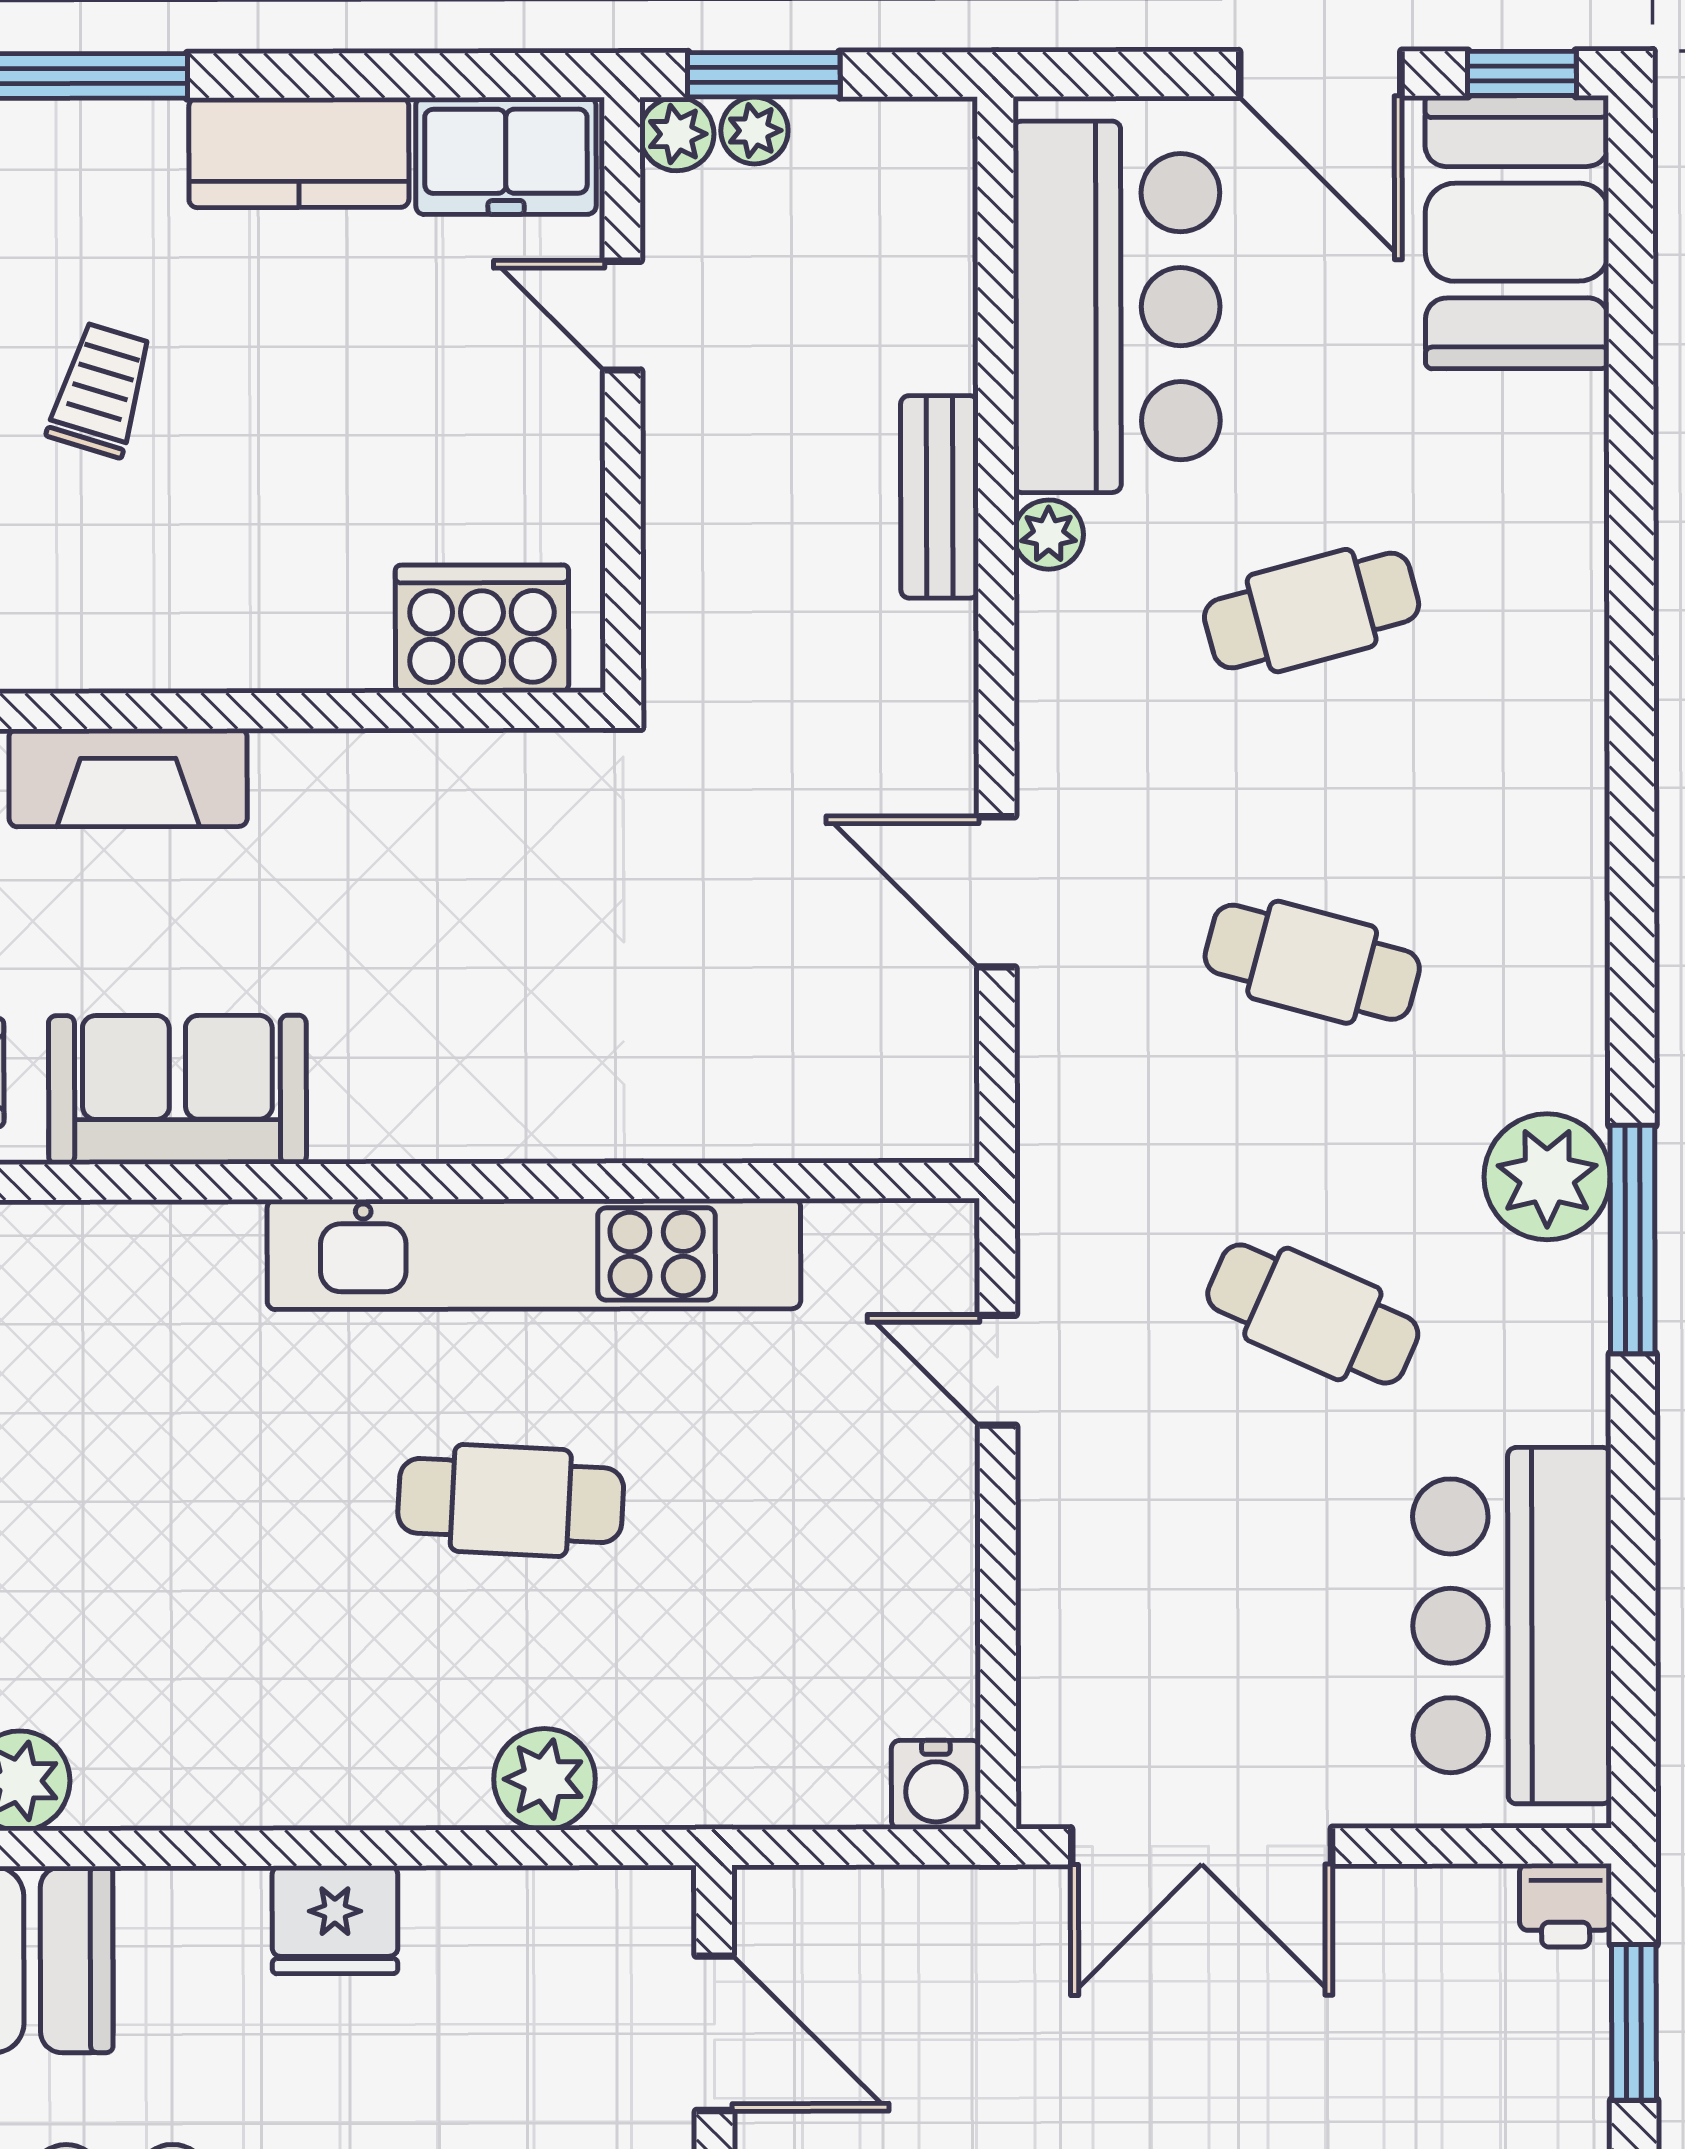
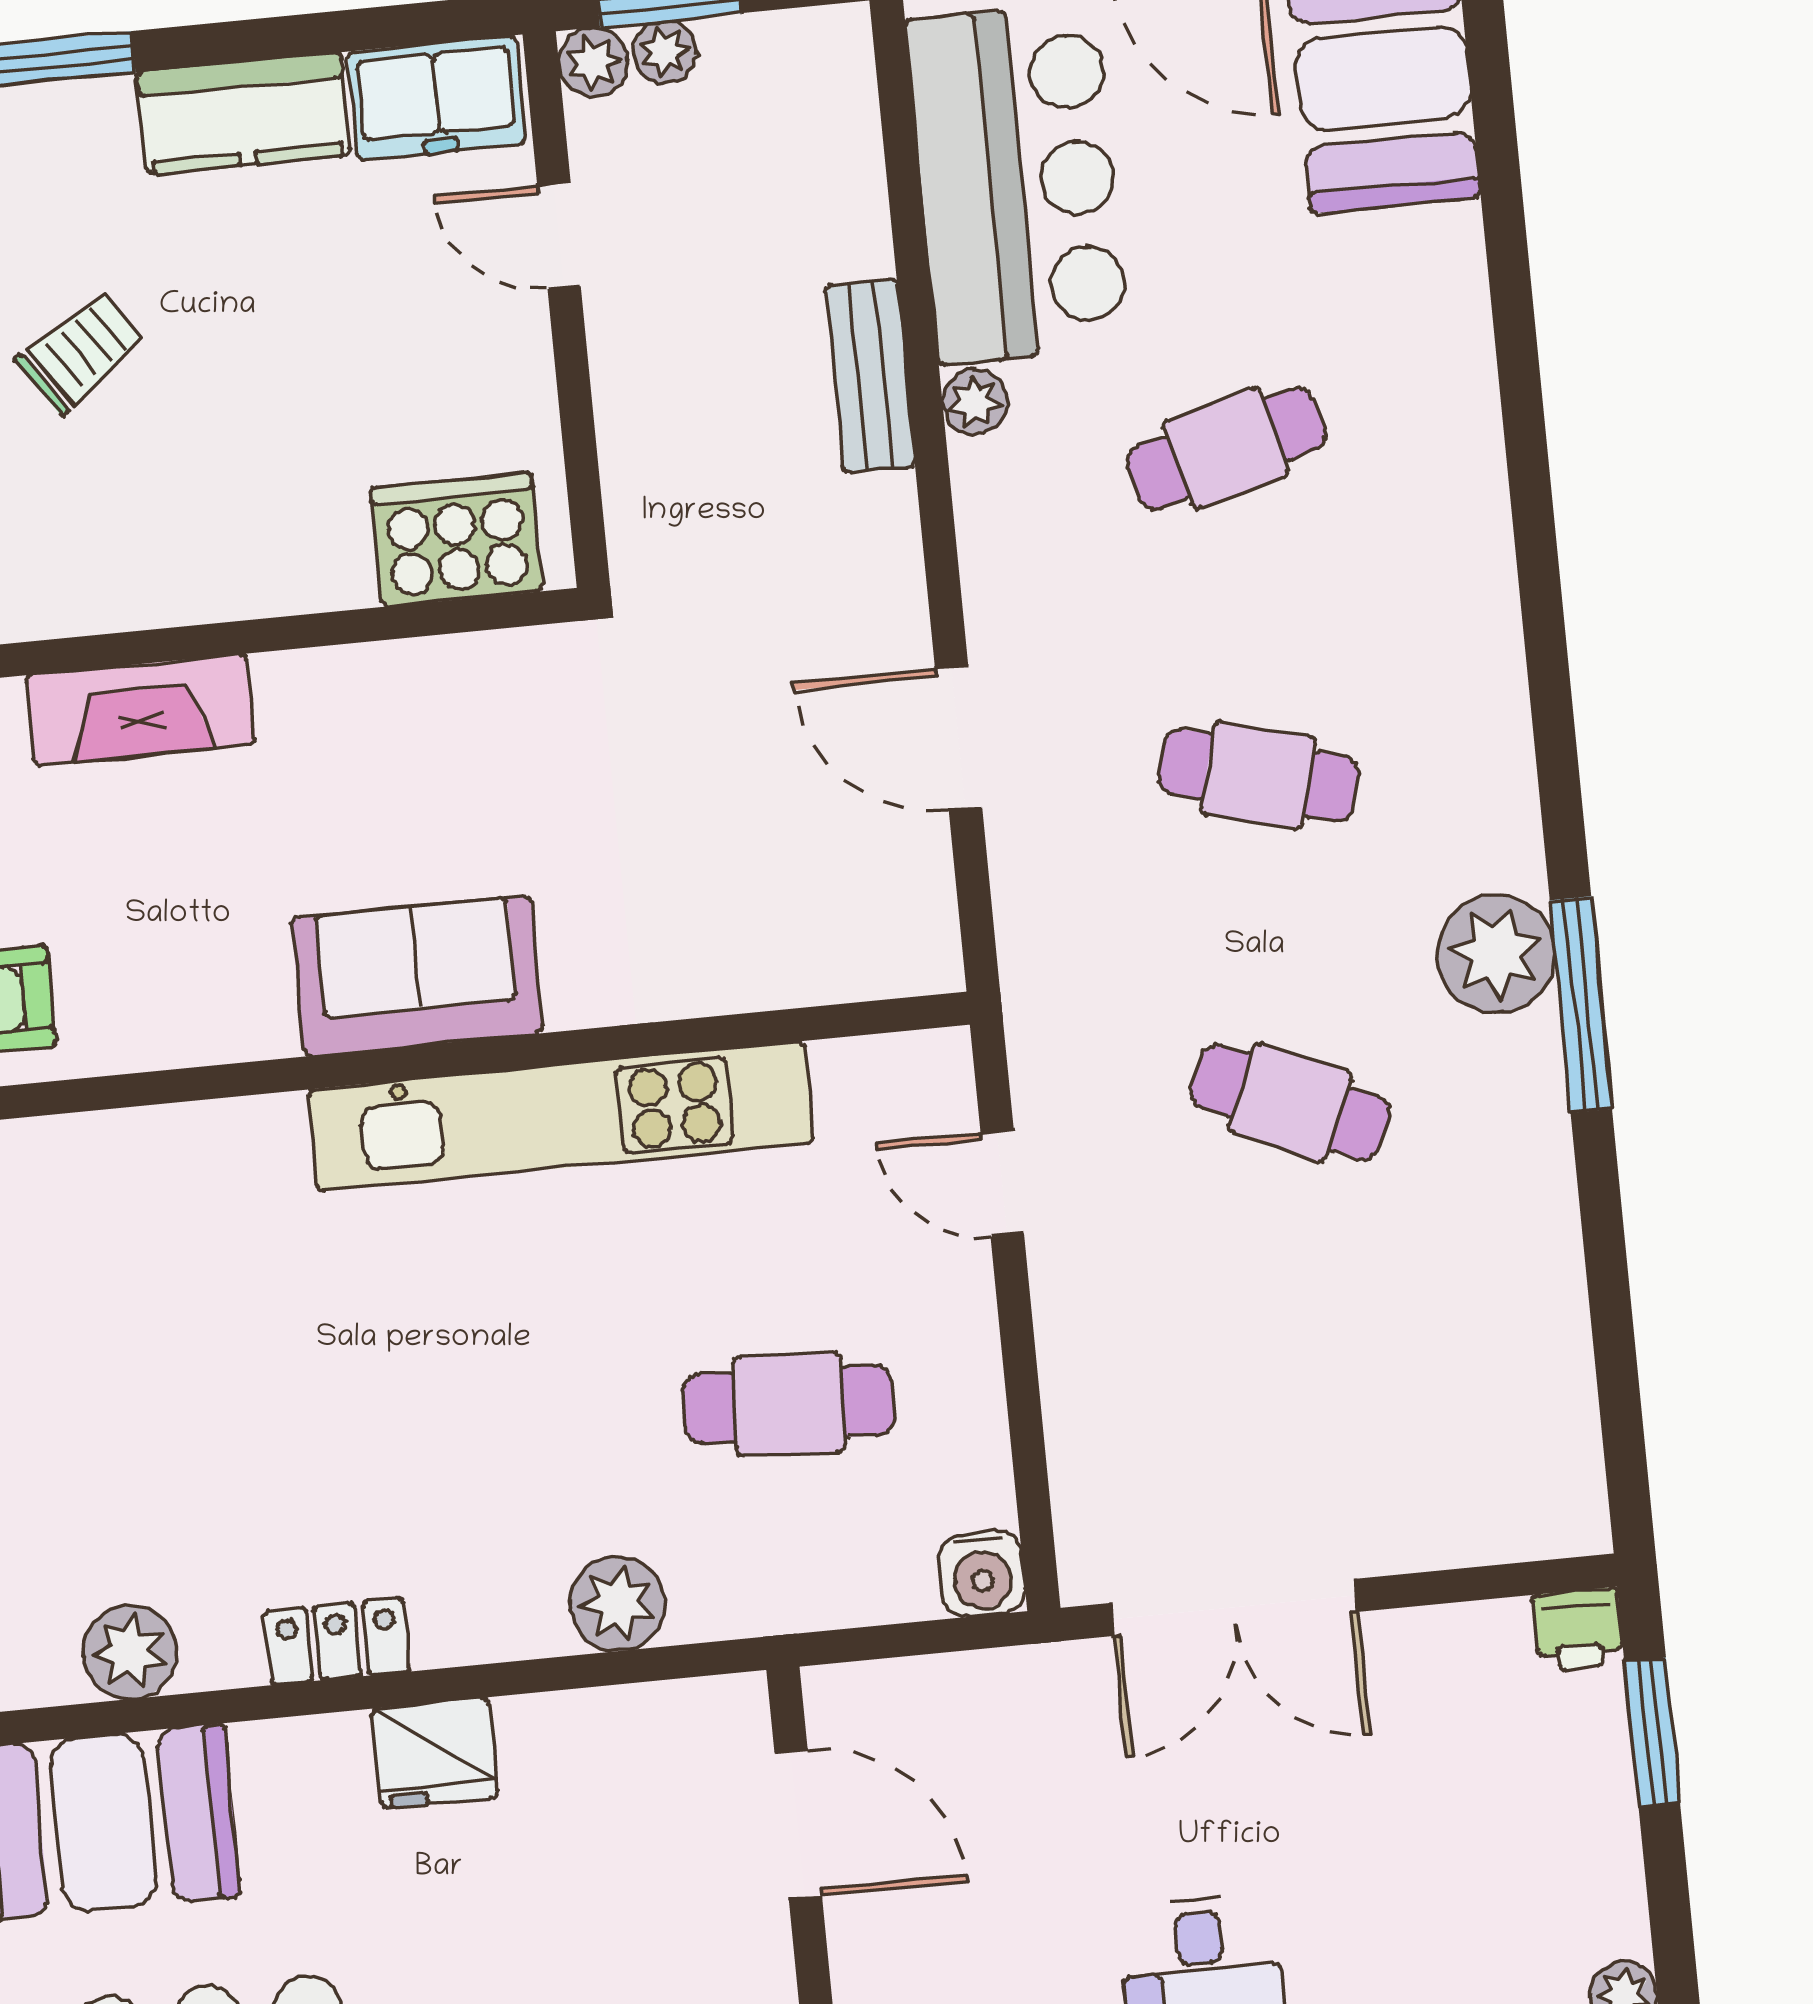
trolley: (101, 390) -> (80, 352), turned 38
sofa: (177, 1090) -> (417, 976), moved
cafe table: (511, 1500) -> (789, 1404), moved
bar counter: (1512, 1626) -> (1503, 1374), removed
locker: (242, 1791) -> (337, 1641), added

